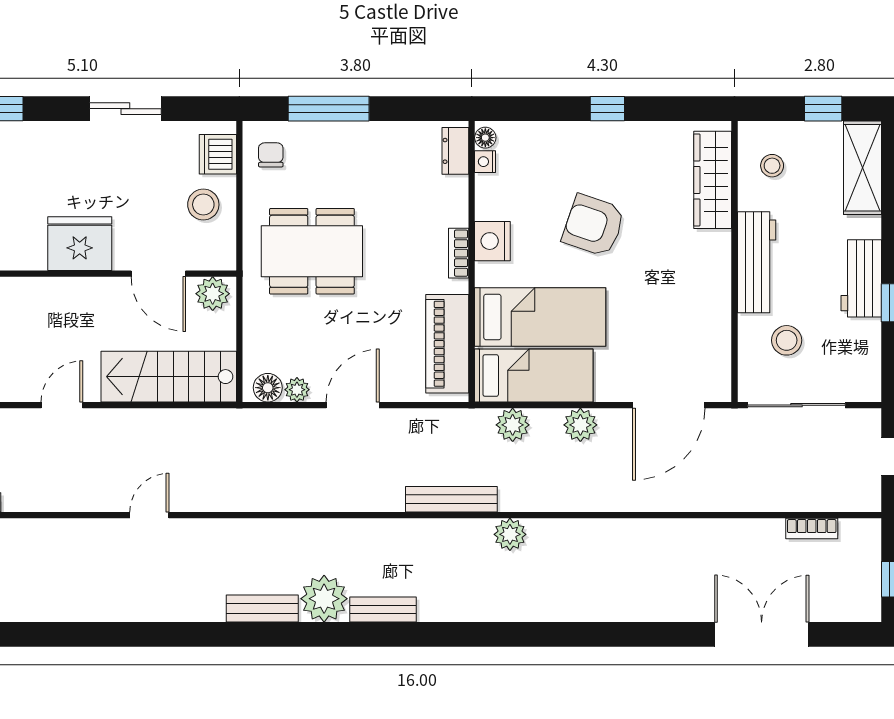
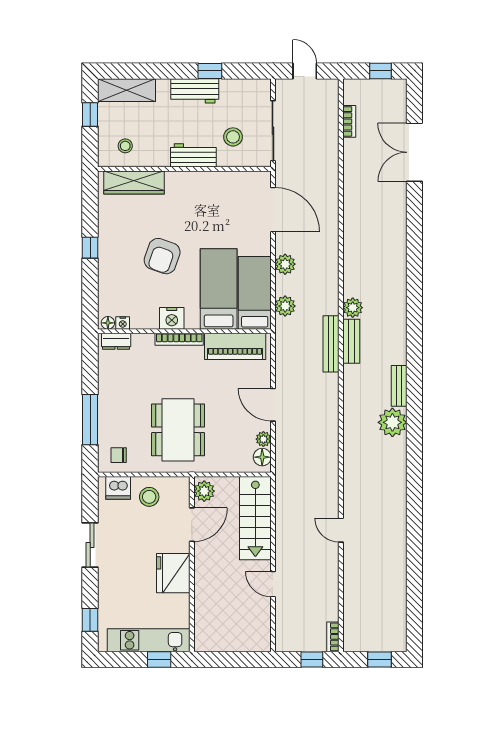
bookcase: (459, 253) -> (179, 339), width x1.56
workbench: (757, 262) -> (193, 155), width x0.73
bench: (262, 608) -> (351, 341), moved

